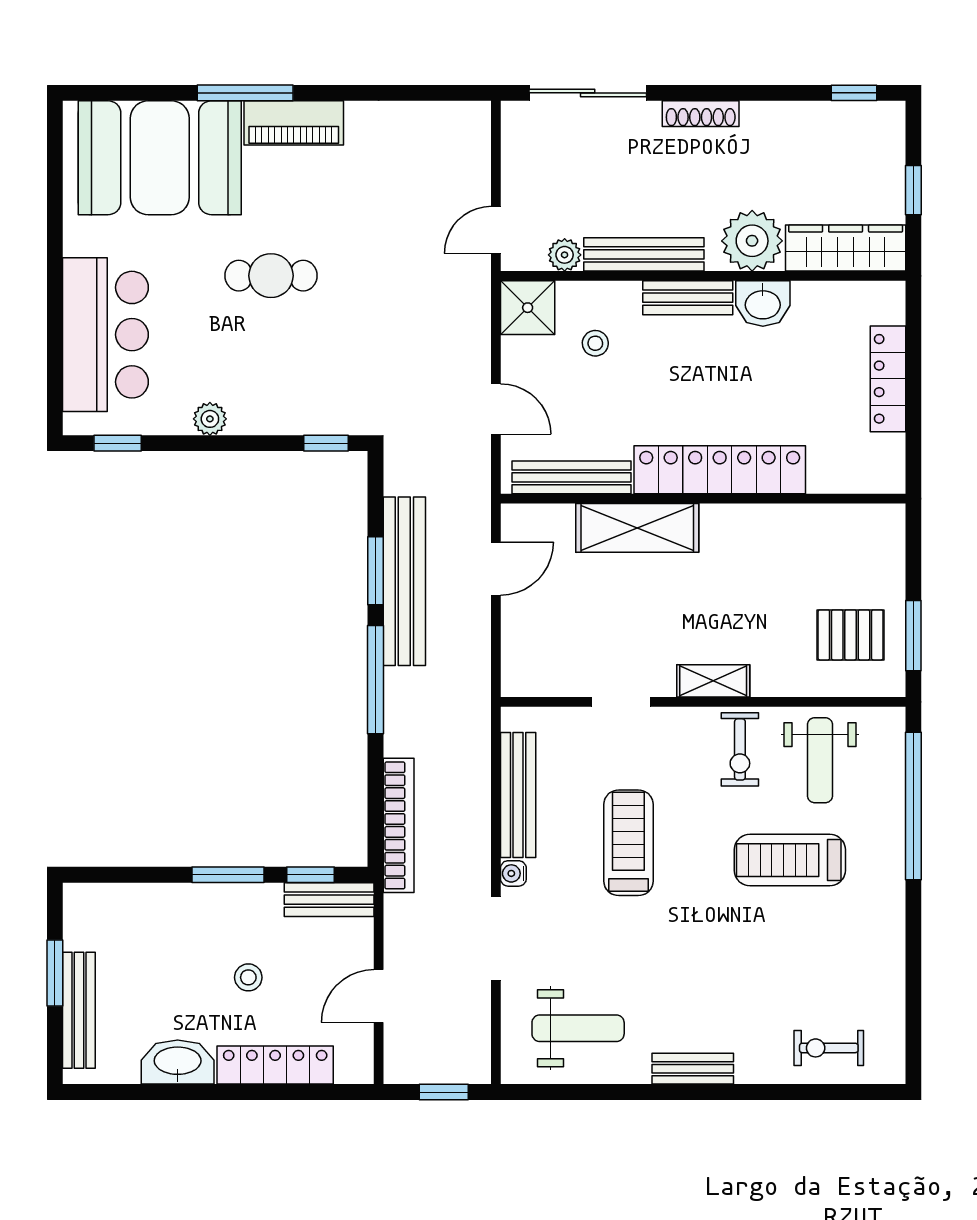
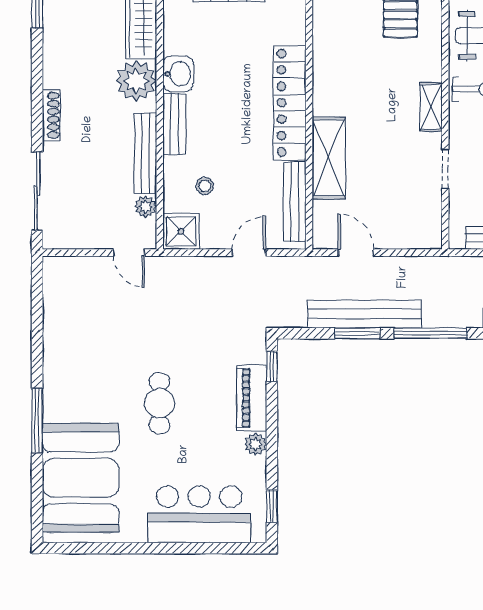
piano: (294, 123) -> (252, 398), moved, turned 180

